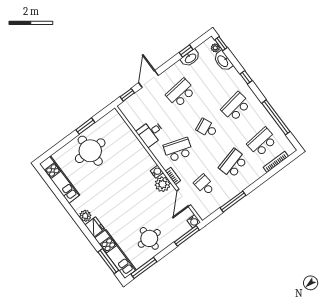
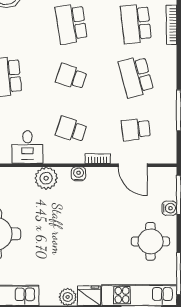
school desk: (207, 128) -> (71, 77), turned 42
school desk: (178, 150) -> (71, 129), width x0.54
plant: (162, 184) -> (46, 178), moved
water cooler: (194, 221) -> (169, 208), moved

